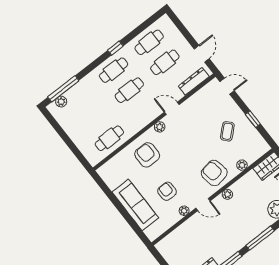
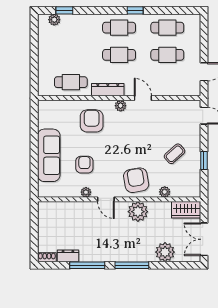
dresser: (194, 81) -> (108, 90), moved
window: (63, 89) -> (64, 10), width x0.46
plant: (227, 194) -> (138, 212), width x1.88, depth x1.88

